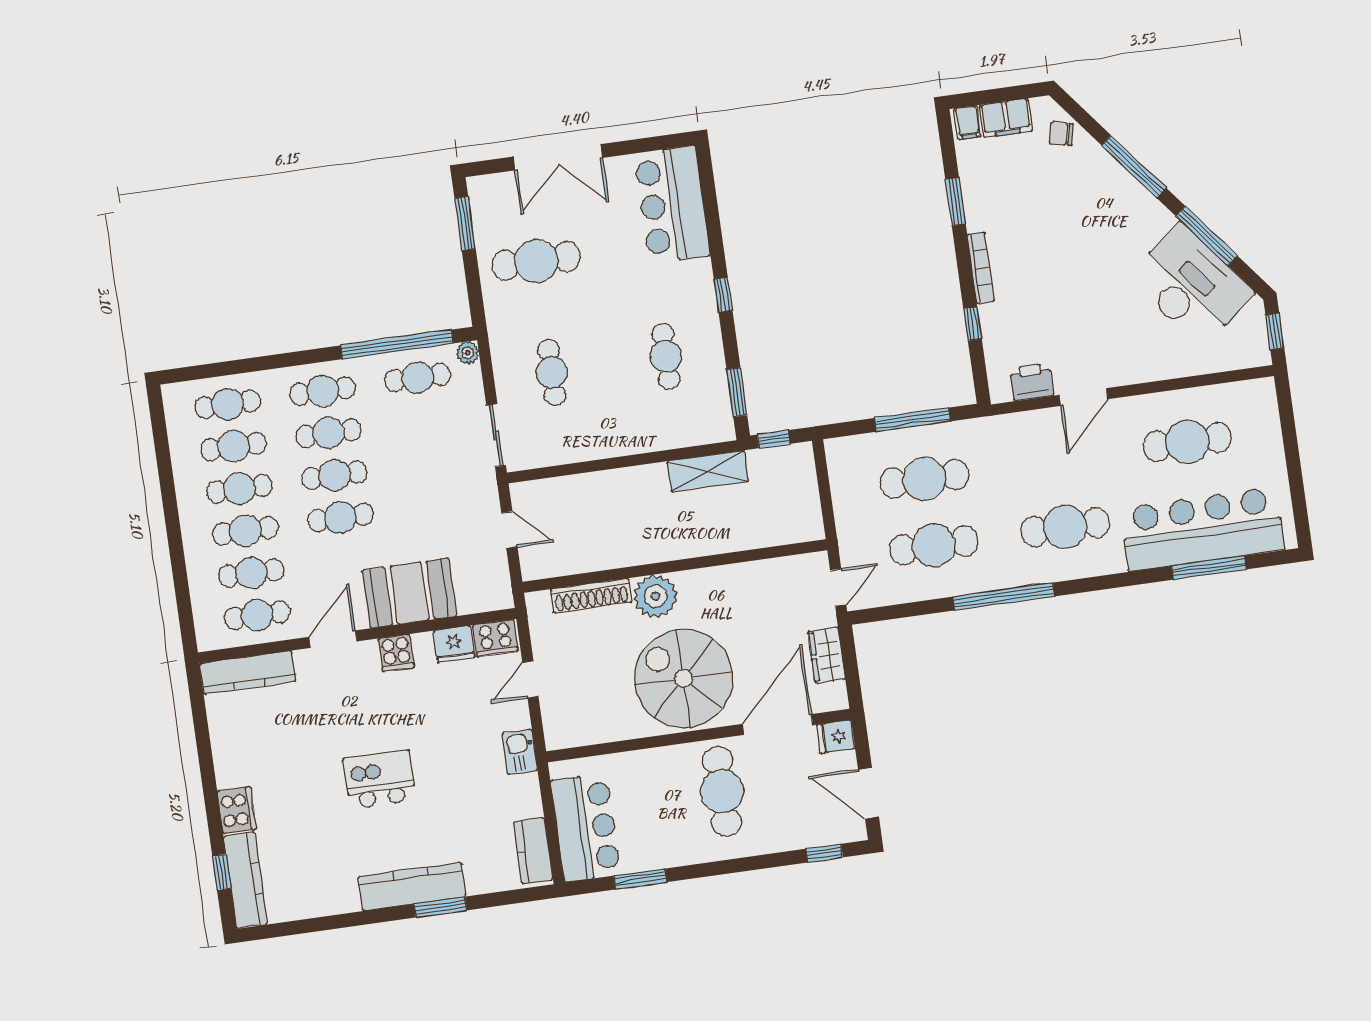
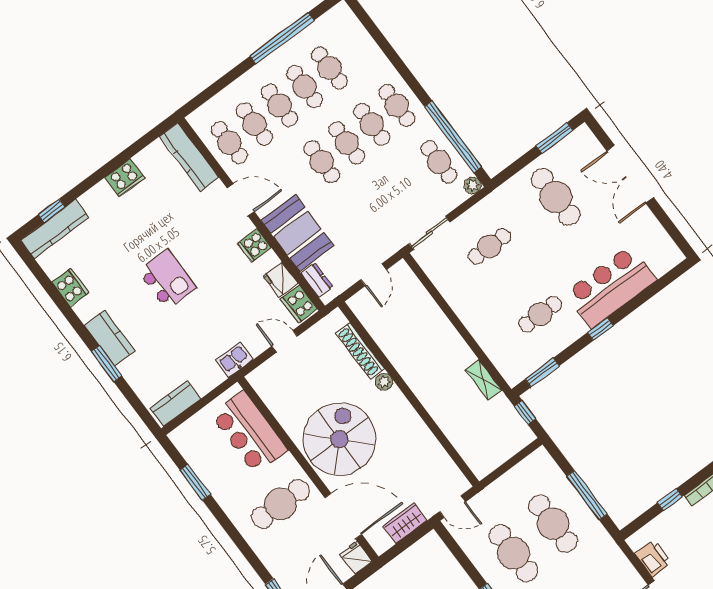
bar counter: (672, 205) -> (611, 286), moved
cafe table: (228, 404) -> (355, 49), removed
shelving: (708, 471) -> (484, 380), width x0.67, depth x0.75
window: (167, 484) -> (282, 38), added
plant: (655, 596) -> (384, 382), width x0.53, depth x0.53
dresser: (478, 601) -> (317, 280), added
cooker: (237, 810) -> (125, 178), moved
bar counter: (586, 828) -> (249, 432), moved, turned 90
kitchen counter: (412, 887) -> (110, 338), width x0.67
cooker: (326, 900) -> (71, 287), added

